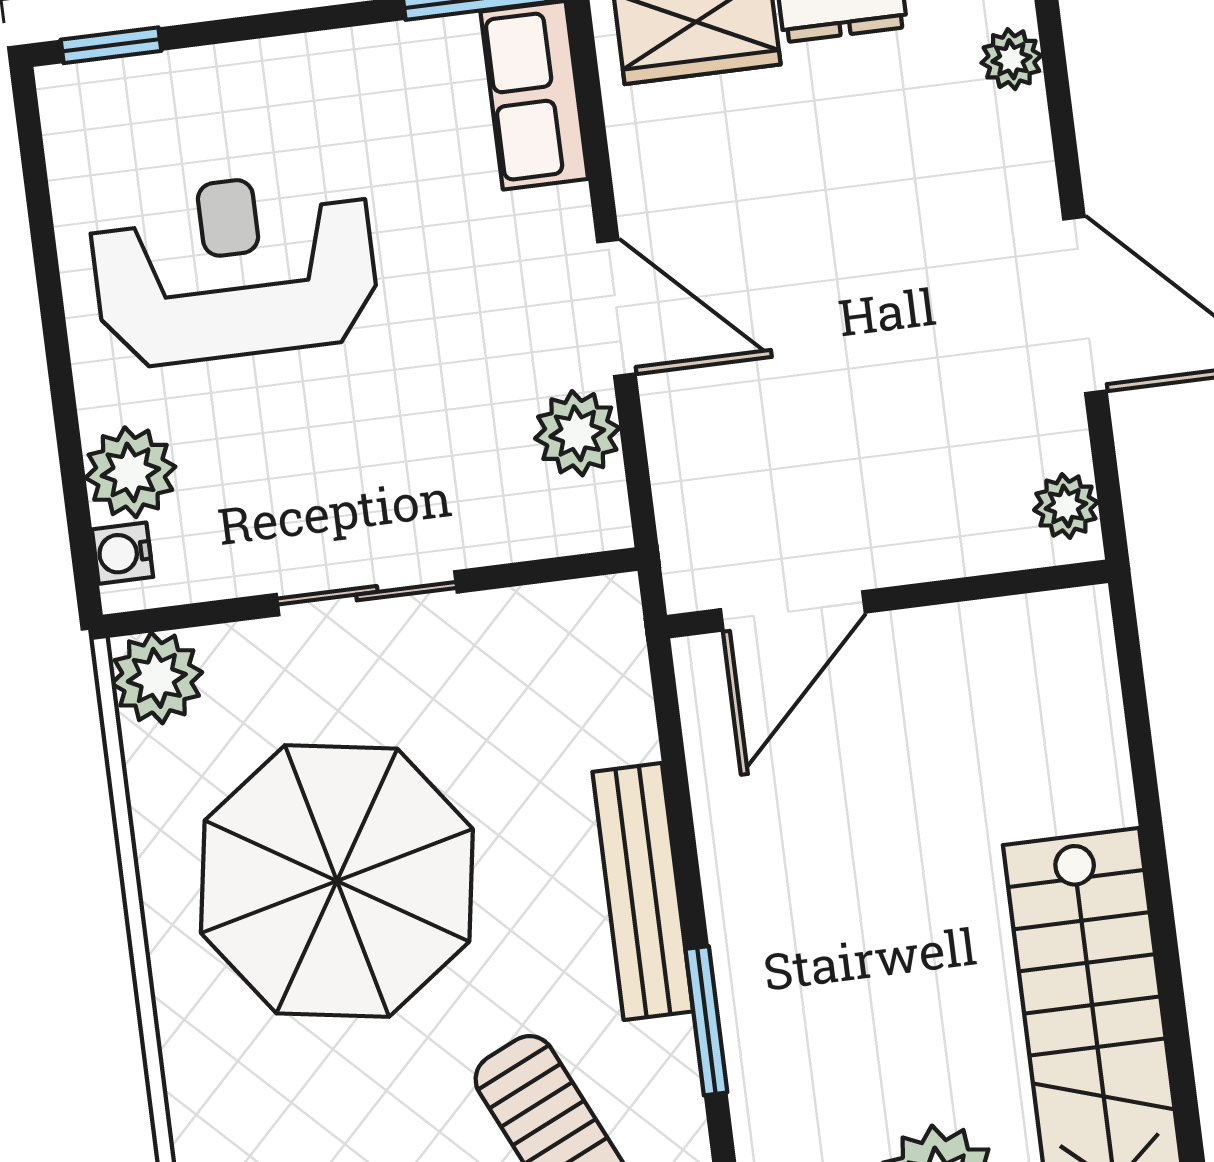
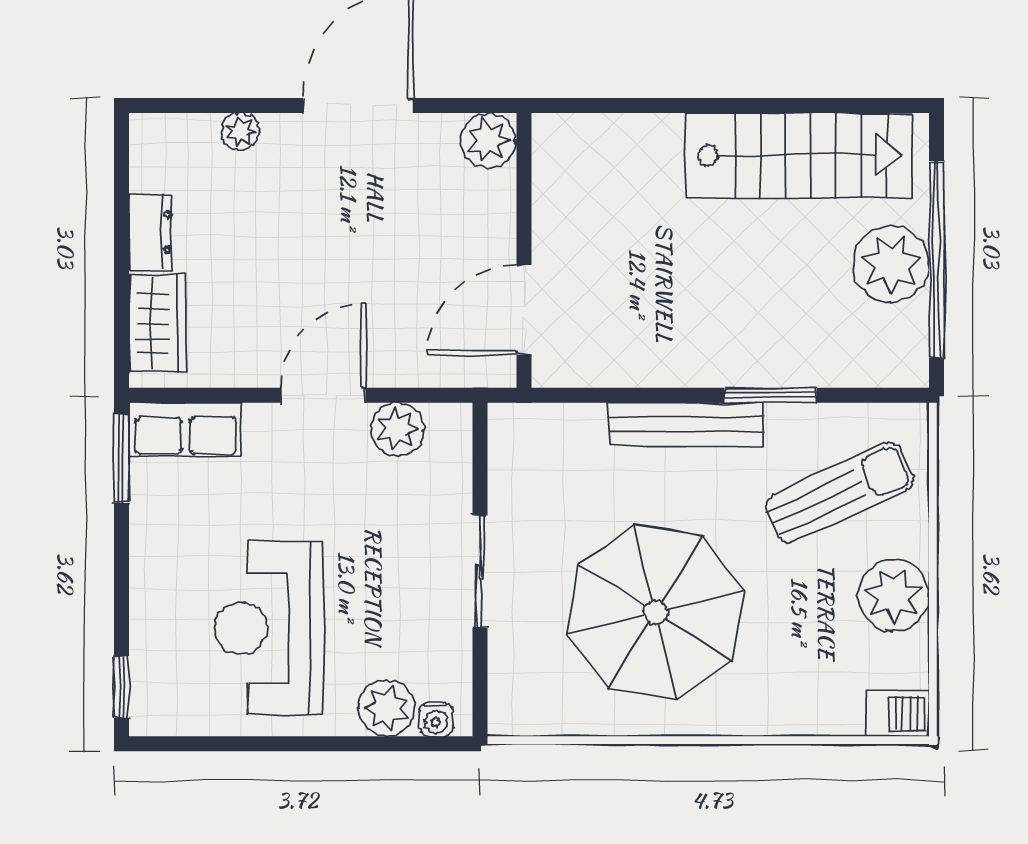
plant: (1011, 59) -> (240, 132), moved
plant: (1066, 506) -> (488, 140), width x1.38, depth x1.38
door: (793, 611) -> (524, 310), swing flipped
plant: (157, 678) -> (516, 708), removed

